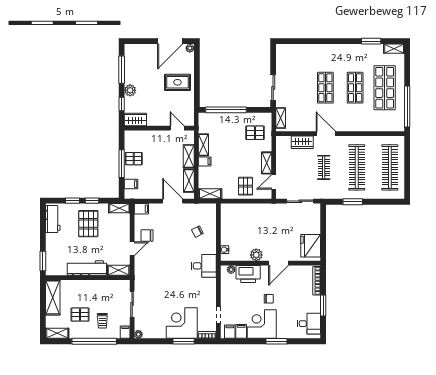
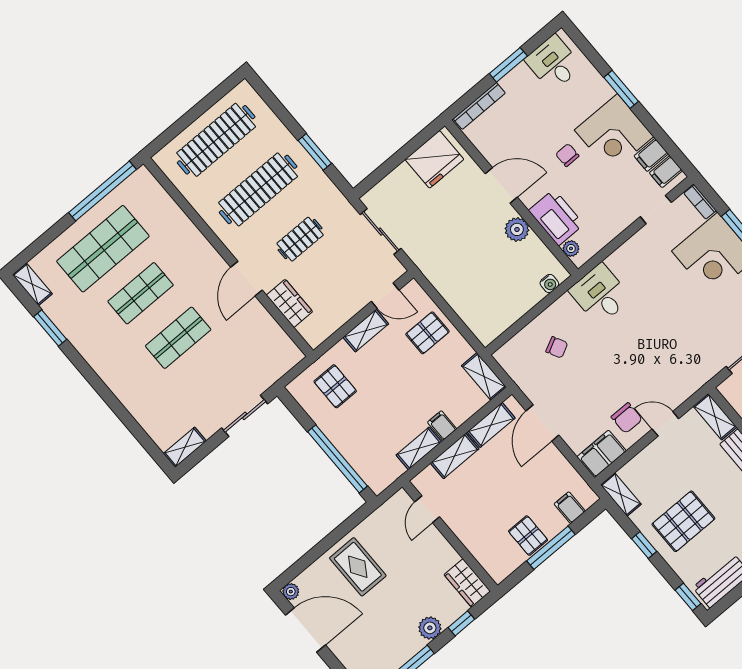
shelving: (281, 118) -> (185, 447), moved
window: (72, 201) -> (688, 597), moved
filing cabinet: (141, 209) -> (602, 454), width x2.00

